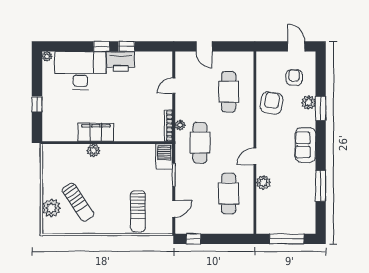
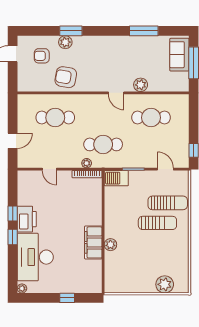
sofa: (306, 145) -> (179, 55), moved, turned 90
sun lounger: (78, 202) -> (157, 223), moved, turned 34

